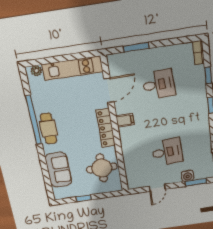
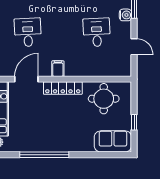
door: (109, 90) -> (26, 79), hinge flipped
cafe table: (49, 129) -> (55, 142), removed
sofa: (58, 170) -> (113, 141), moved

